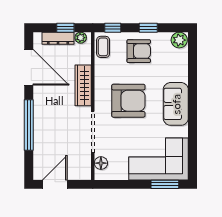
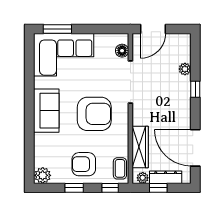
wardrobe: (83, 85) -> (140, 147), moved
armchair: (128, 101) -> (94, 114), turned 180
window: (29, 125) -> (195, 89), width x0.32
plant: (39, 145) -> (185, 69), added
door: (55, 184) -> (153, 29), moved

